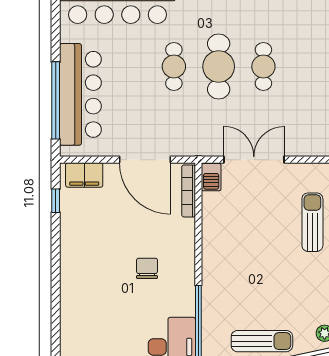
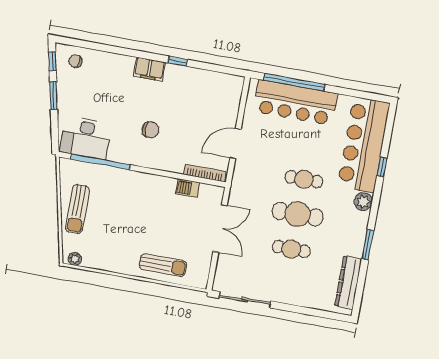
door: (145, 160) -> (235, 144), width x0.73
filing cabinet: (84, 175) -> (149, 69), moved, turned -90
barbecue: (211, 177) -> (188, 188), moved
window: (56, 201) -> (178, 61), moved

